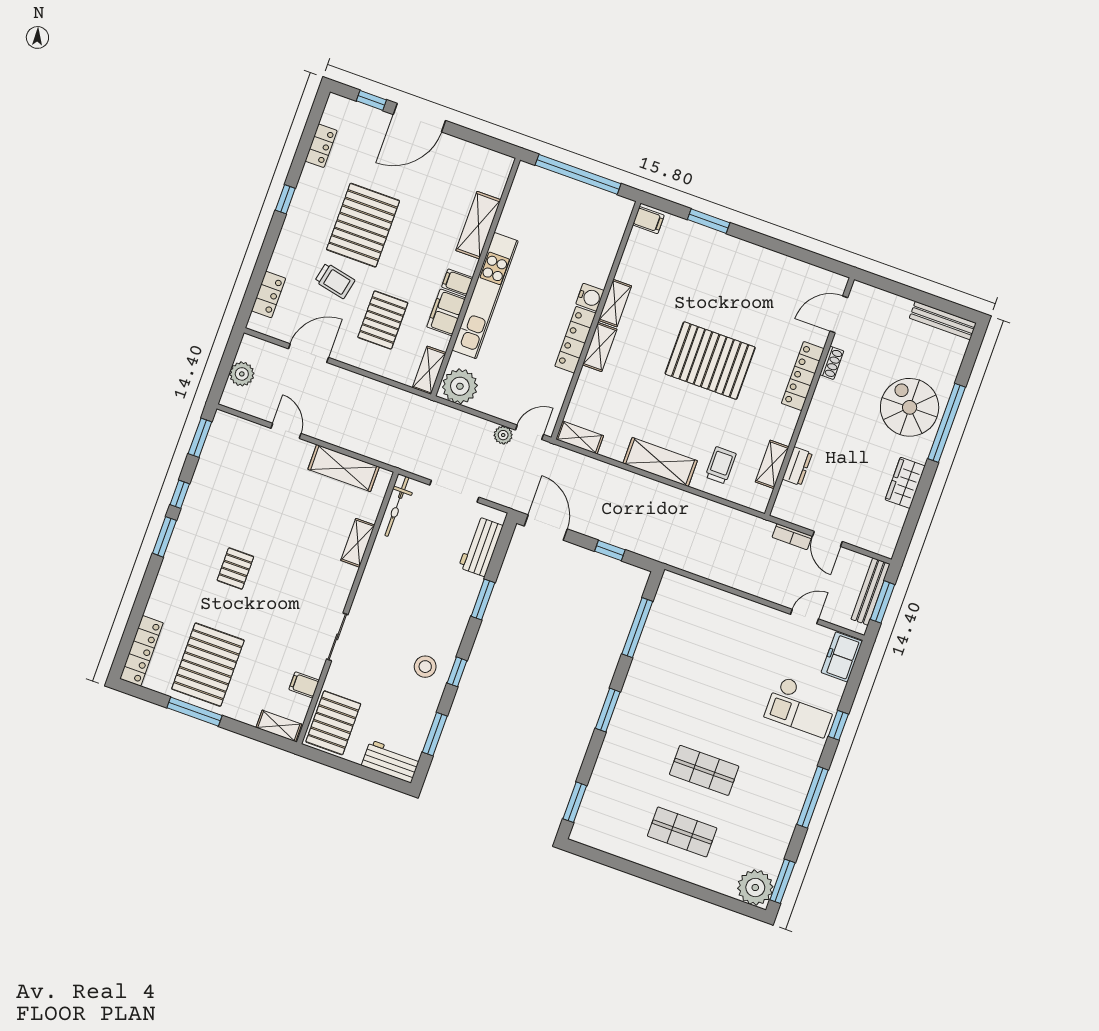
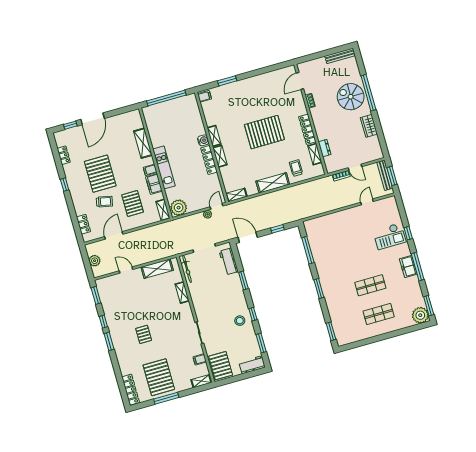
kitchen unit: (485, 296) -> (164, 167), width x0.73
locker: (803, 376) -> (307, 129), moved
freezer: (842, 657) -> (408, 266), moved

